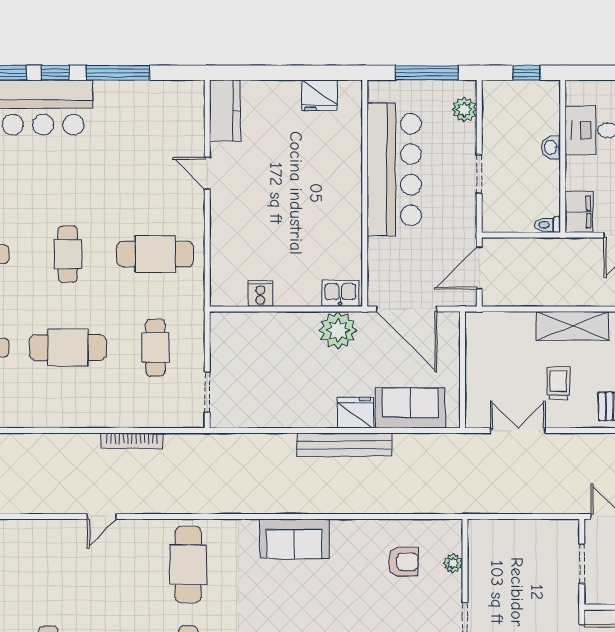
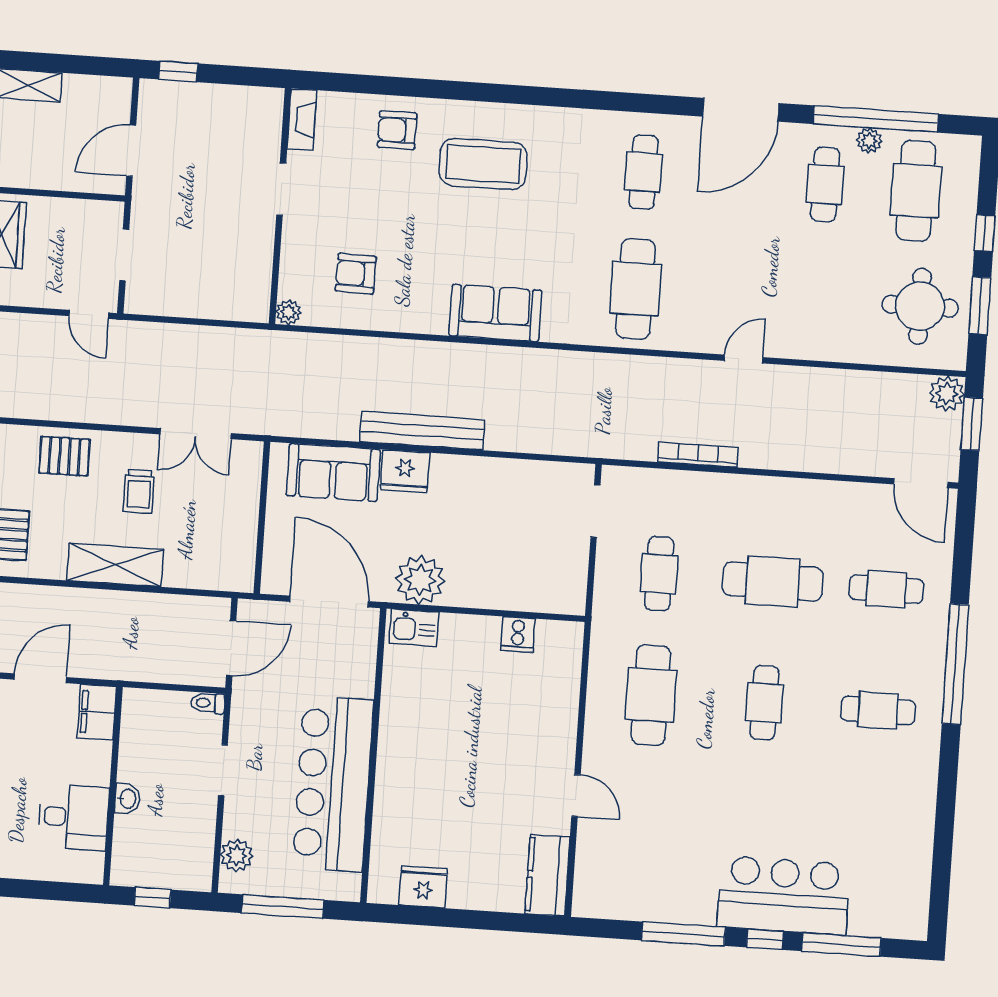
toilet: (548, 225) -> (208, 703), moved, turned 180
cafe table: (155, 254) -> (651, 695), turned 90
plant: (453, 563) -> (289, 312), moved

